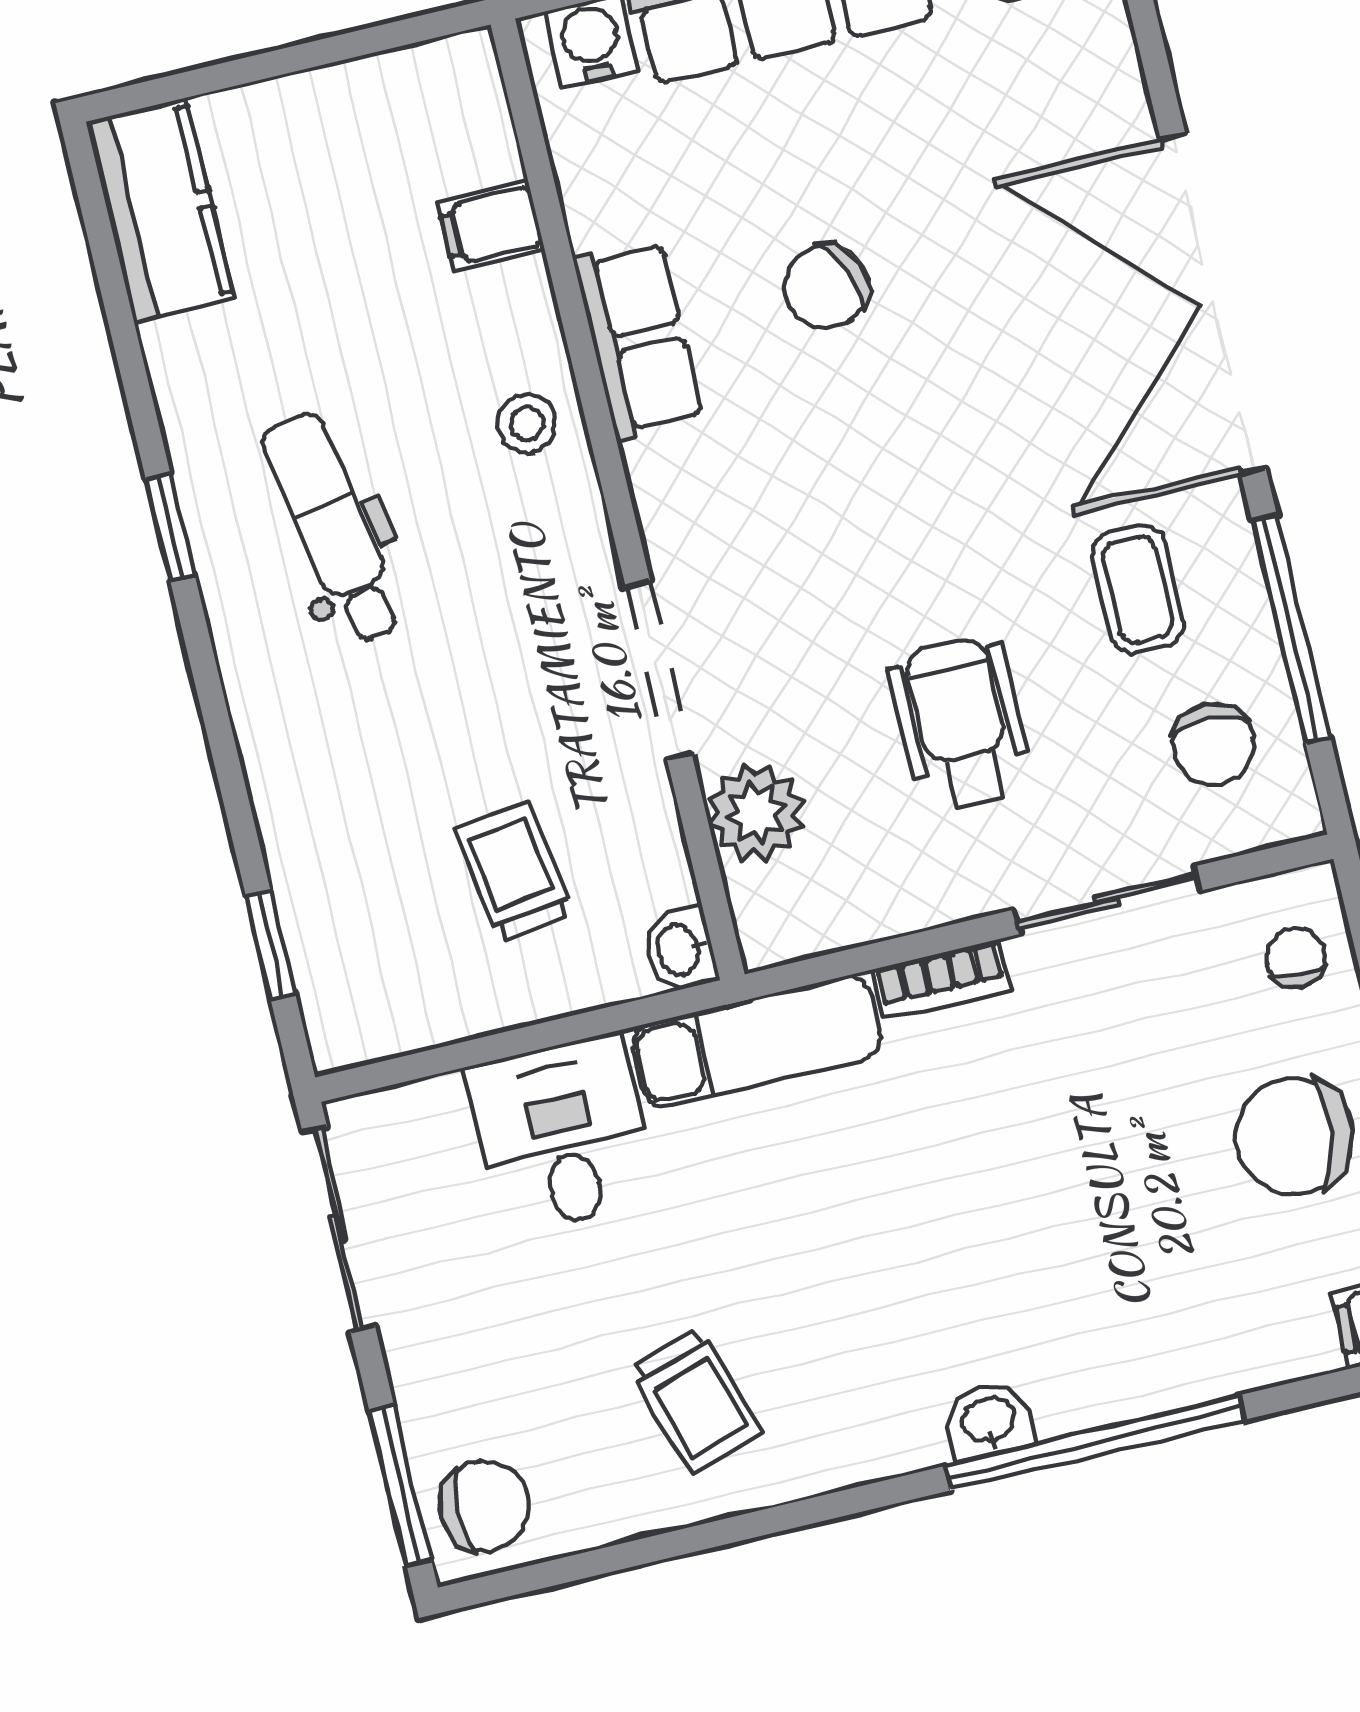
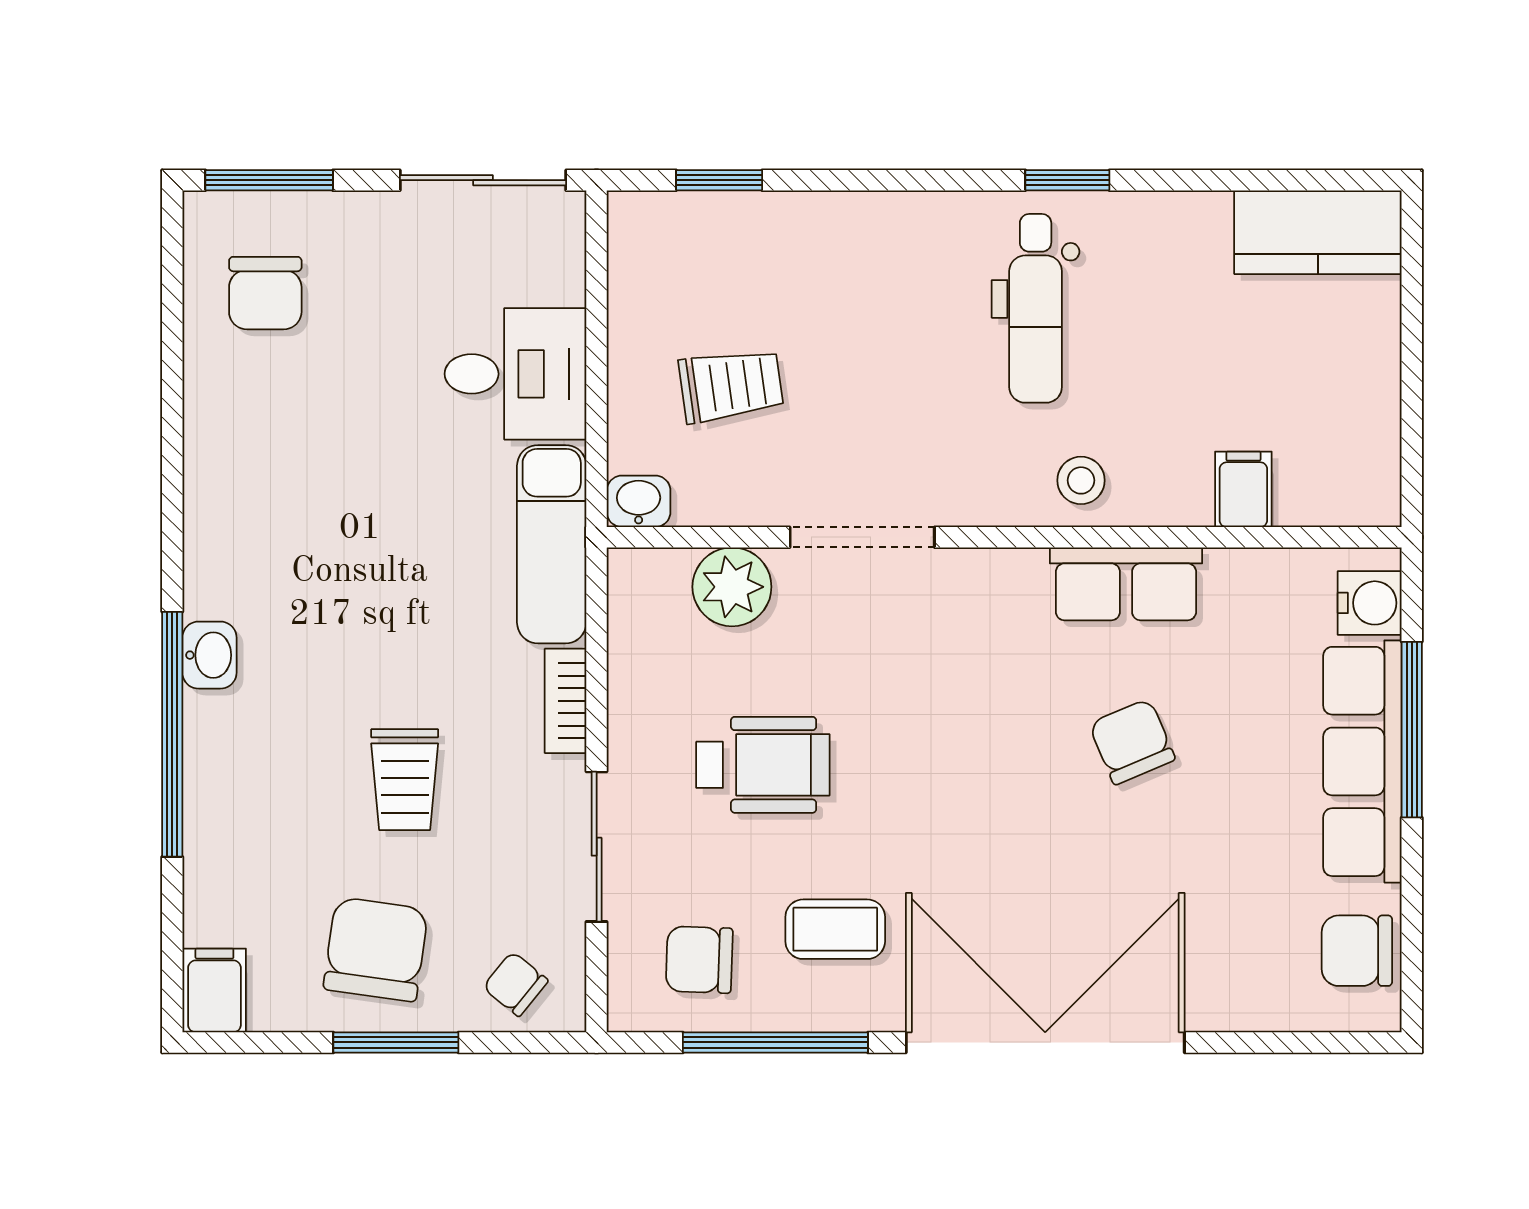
dental chair: (333, 528) -> (1036, 308), turned 100
chair: (1296, 958) -> (515, 984), turned -141
trolley: (696, 1400) -> (405, 780), moved, turned -73
chair: (485, 1506) -> (265, 293), moved

